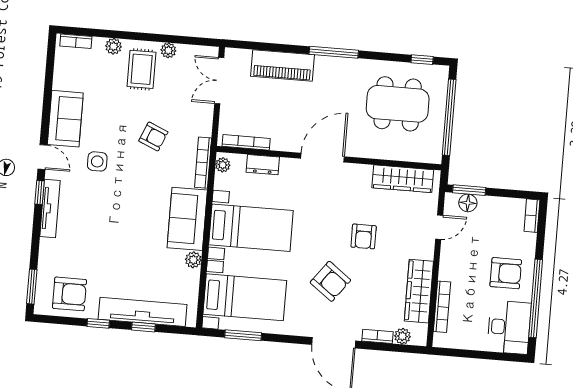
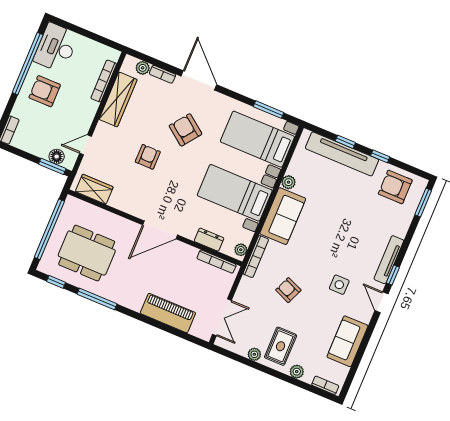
window: (334, 52) -> (97, 299), moved
sofa: (65, 119) -> (347, 341), moved
wardrobe: (403, 179) -> (94, 189), width x0.67

